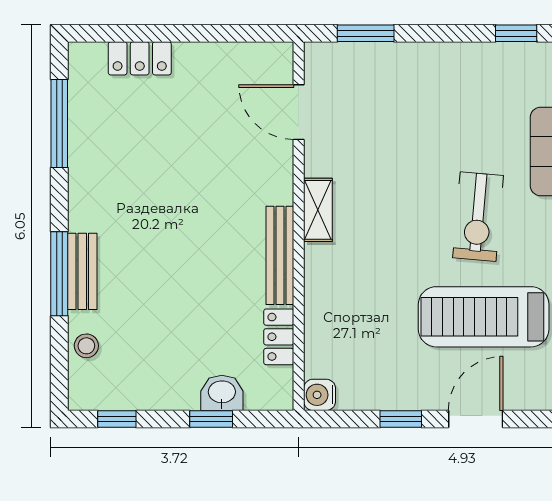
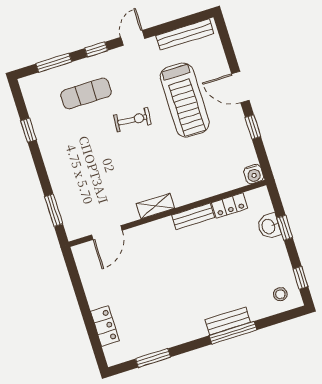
window: (59, 124) -> (153, 358), width x0.69
exercise bike: (478, 217) -> (132, 120), width x0.73, depth x0.72
bench: (280, 255) -> (193, 216), width x0.73
stool: (86, 346) -> (280, 294), moved

